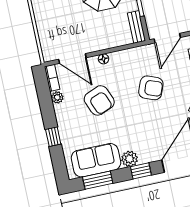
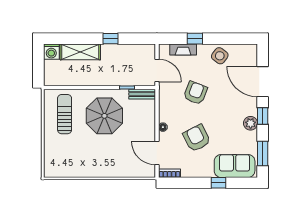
door: (72, 58) -> (157, 153), swing flipped
plant: (57, 97) -> (187, 172), removed
armchair: (99, 100) -> (197, 138), turned -95
sofa: (96, 160) -> (235, 166), moved, turned 90

